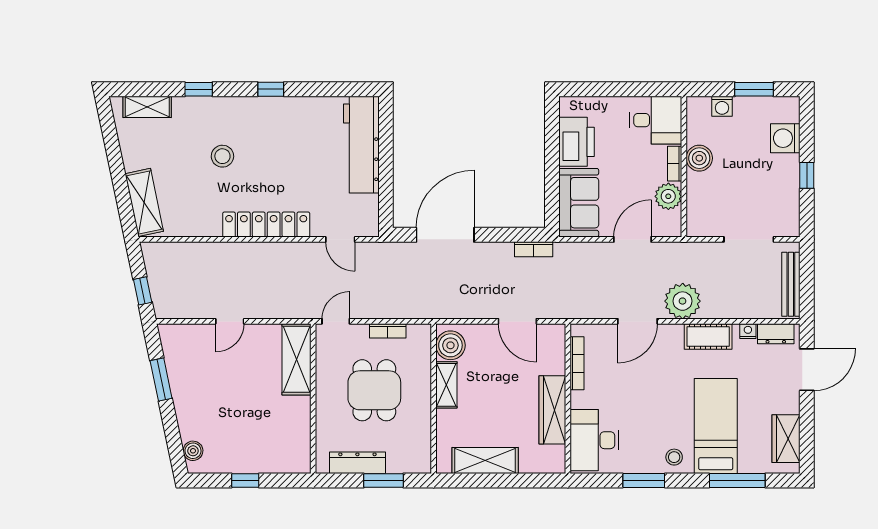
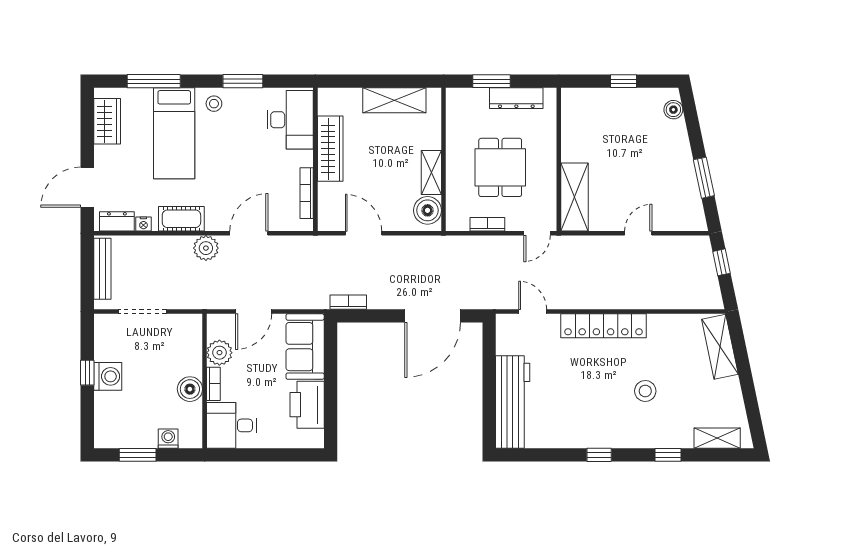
washing machine: (785, 138) -> (108, 376), moved
plant: (683, 301) -> (206, 248), width x0.73, depth x0.73

